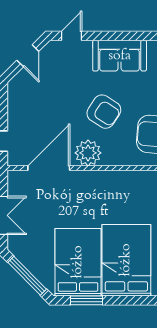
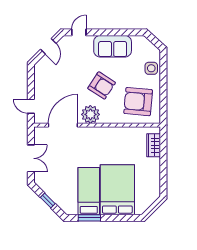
bed: (78, 262) -> (89, 191), width x0.67
window: (27, 276) -> (48, 201), width x0.46

